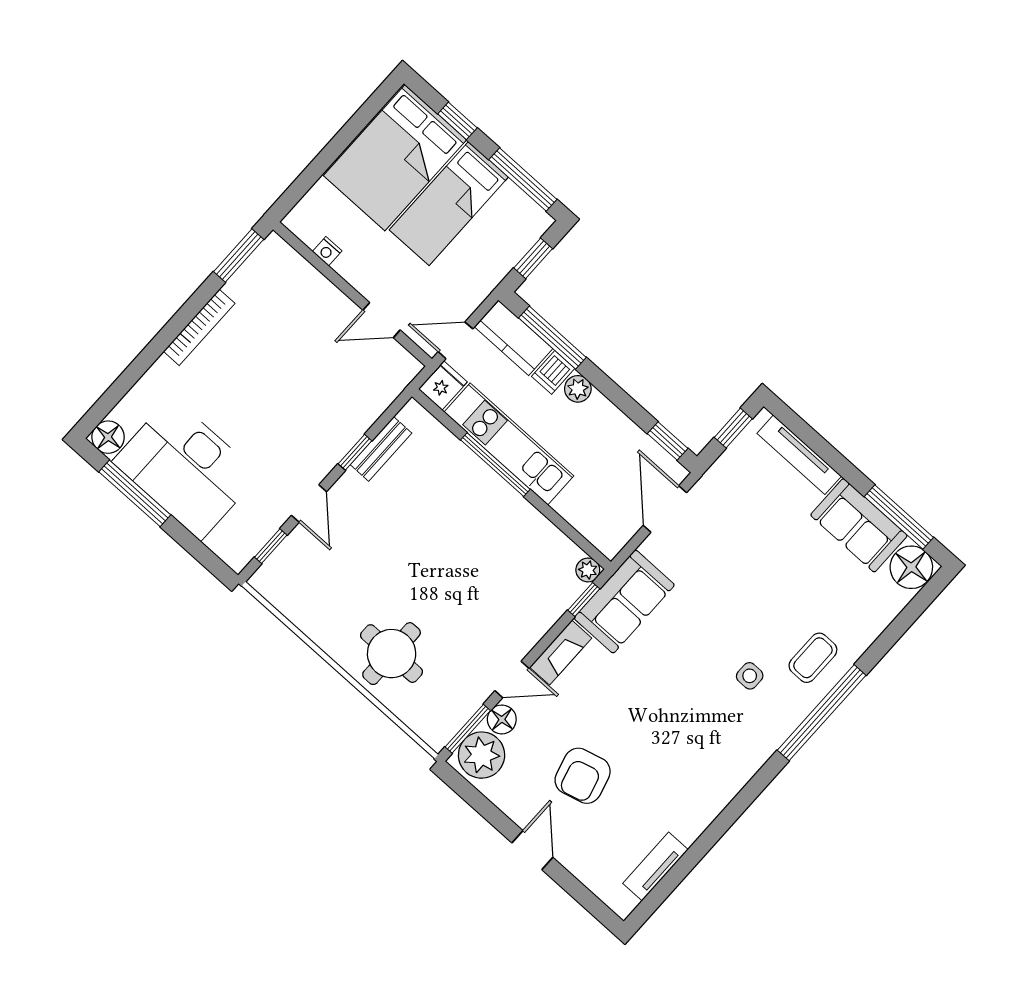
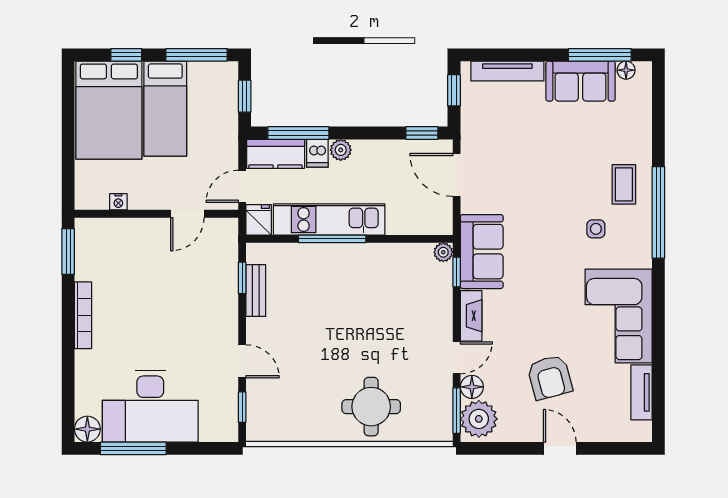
window: (355, 452) -> (242, 278), moved
floor lamp: (911, 567) -> (626, 70), width x0.53, depth x0.53
corner sofa: (698, 776) -> (619, 316), added

